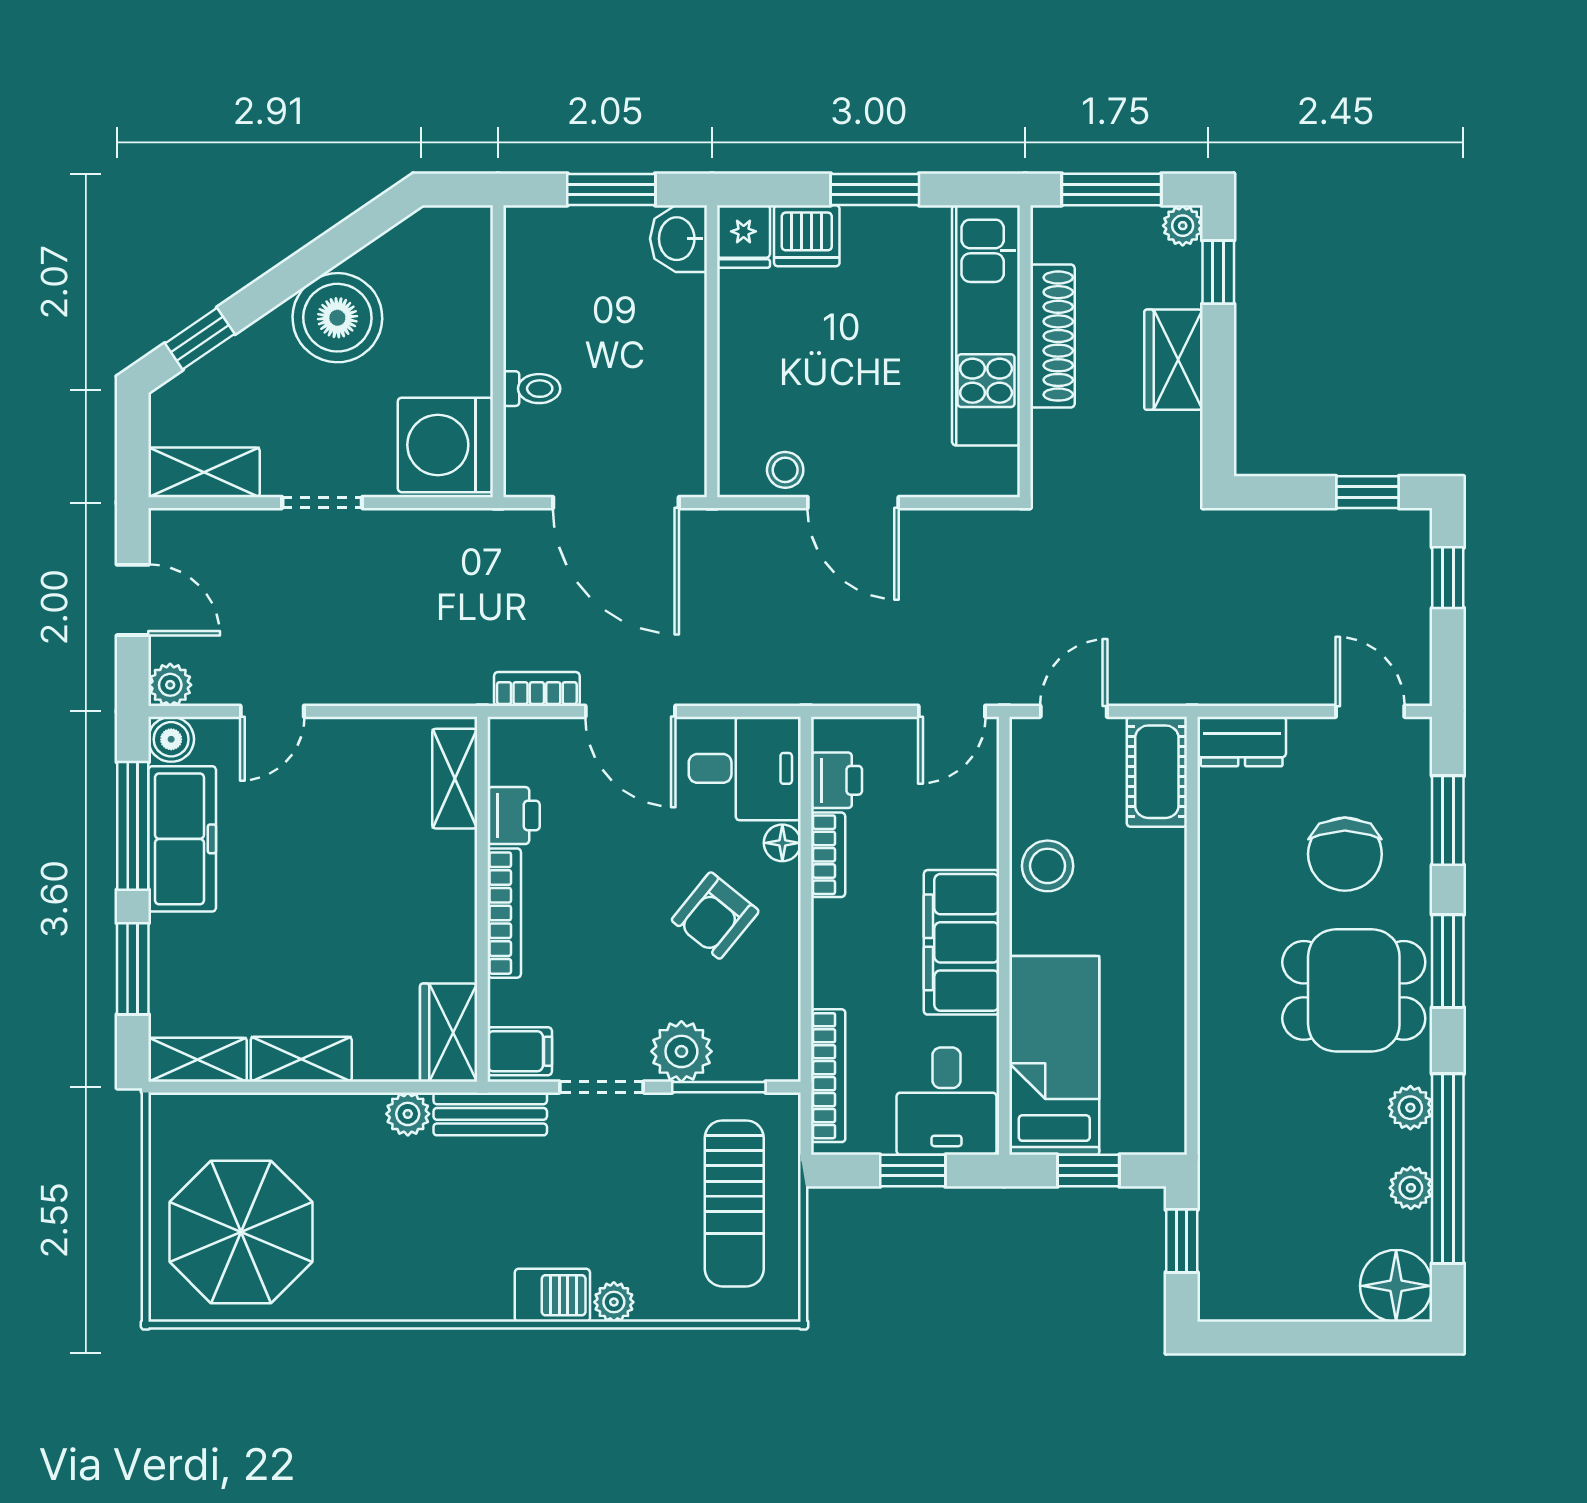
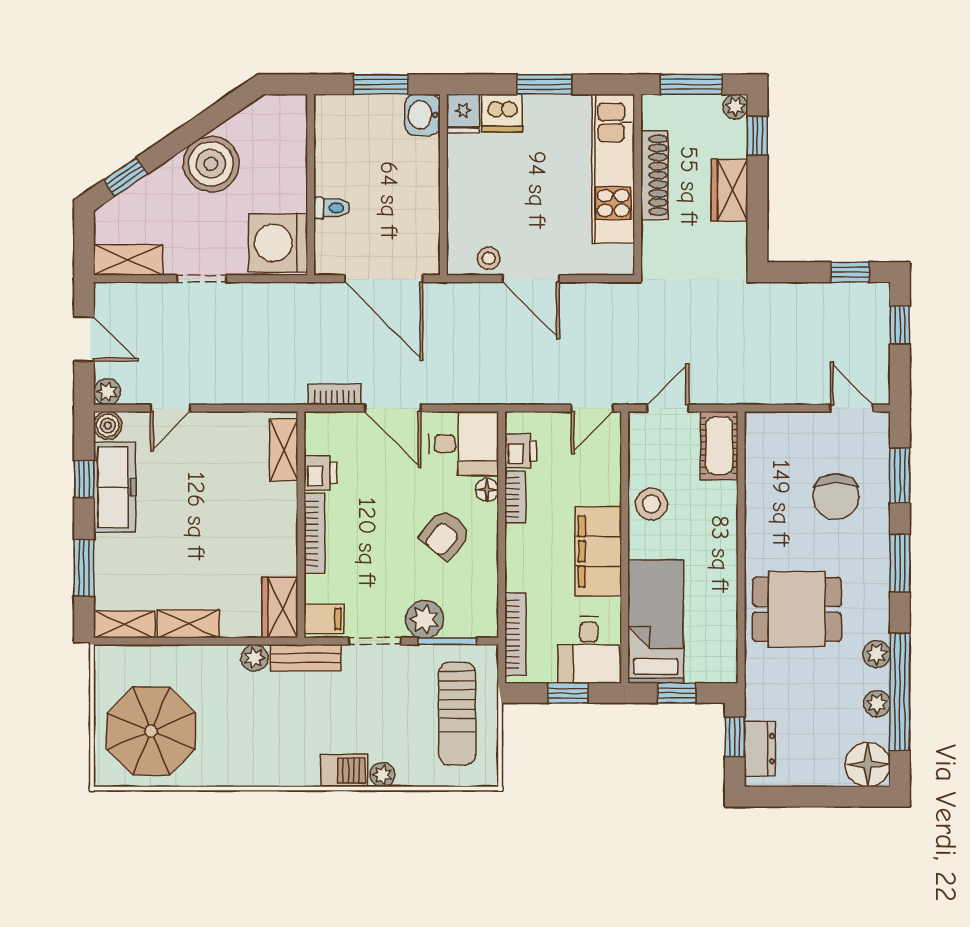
dresser: (1242, 741) -> (760, 749), moved, turned -90
window: (133, 826) -> (84, 479), width x0.46
dining table: (1354, 990) -> (797, 609), moved

